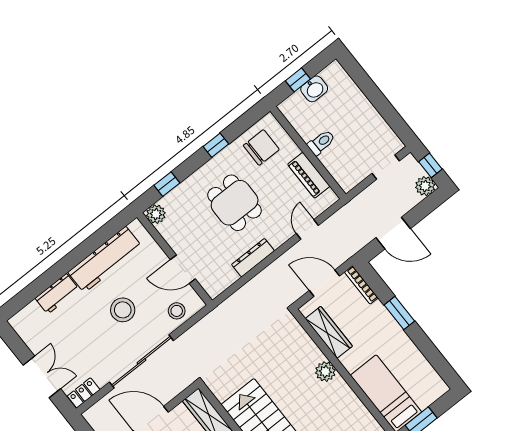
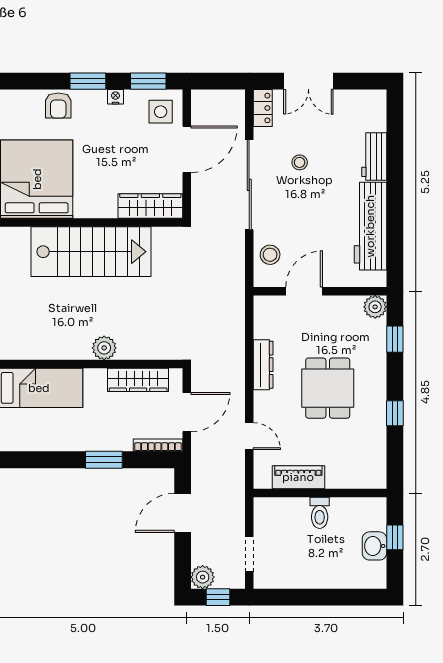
chair: (261, 148) -> (359, 454), removed
dining table: (235, 203) -> (328, 388), turned 90
stool: (123, 310) -> (300, 162), moved, width x0.53, depth x0.53

